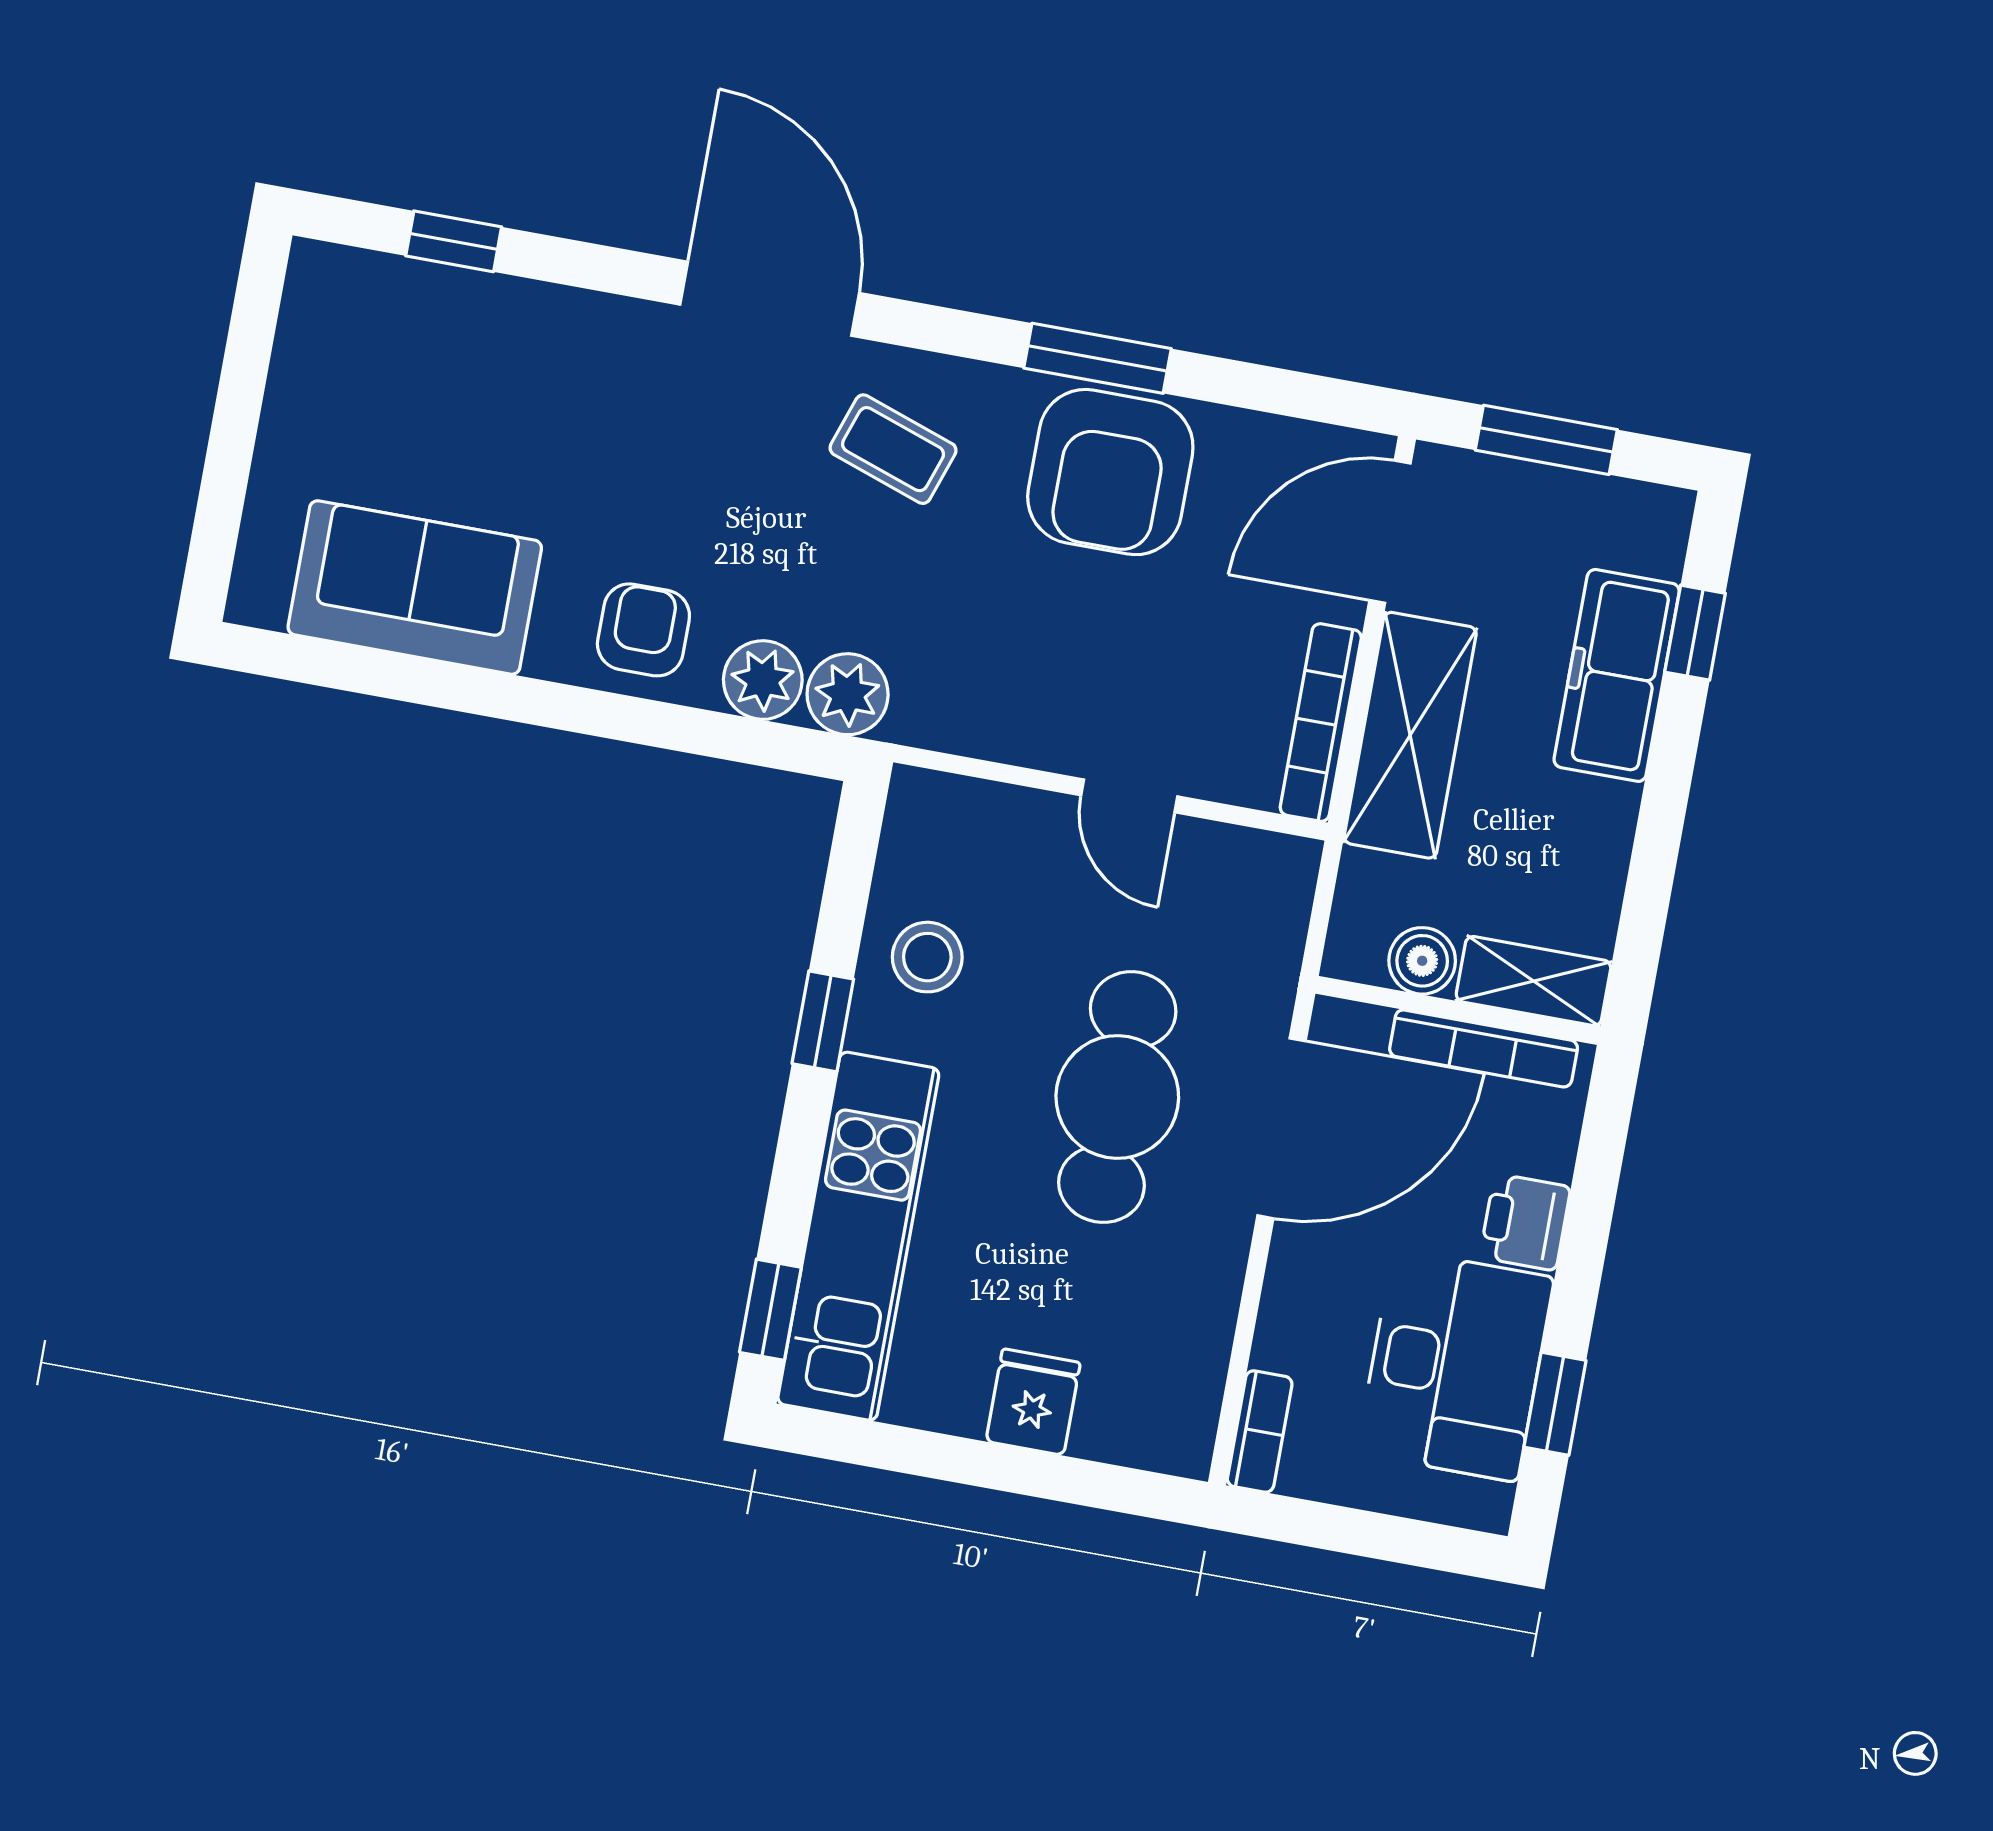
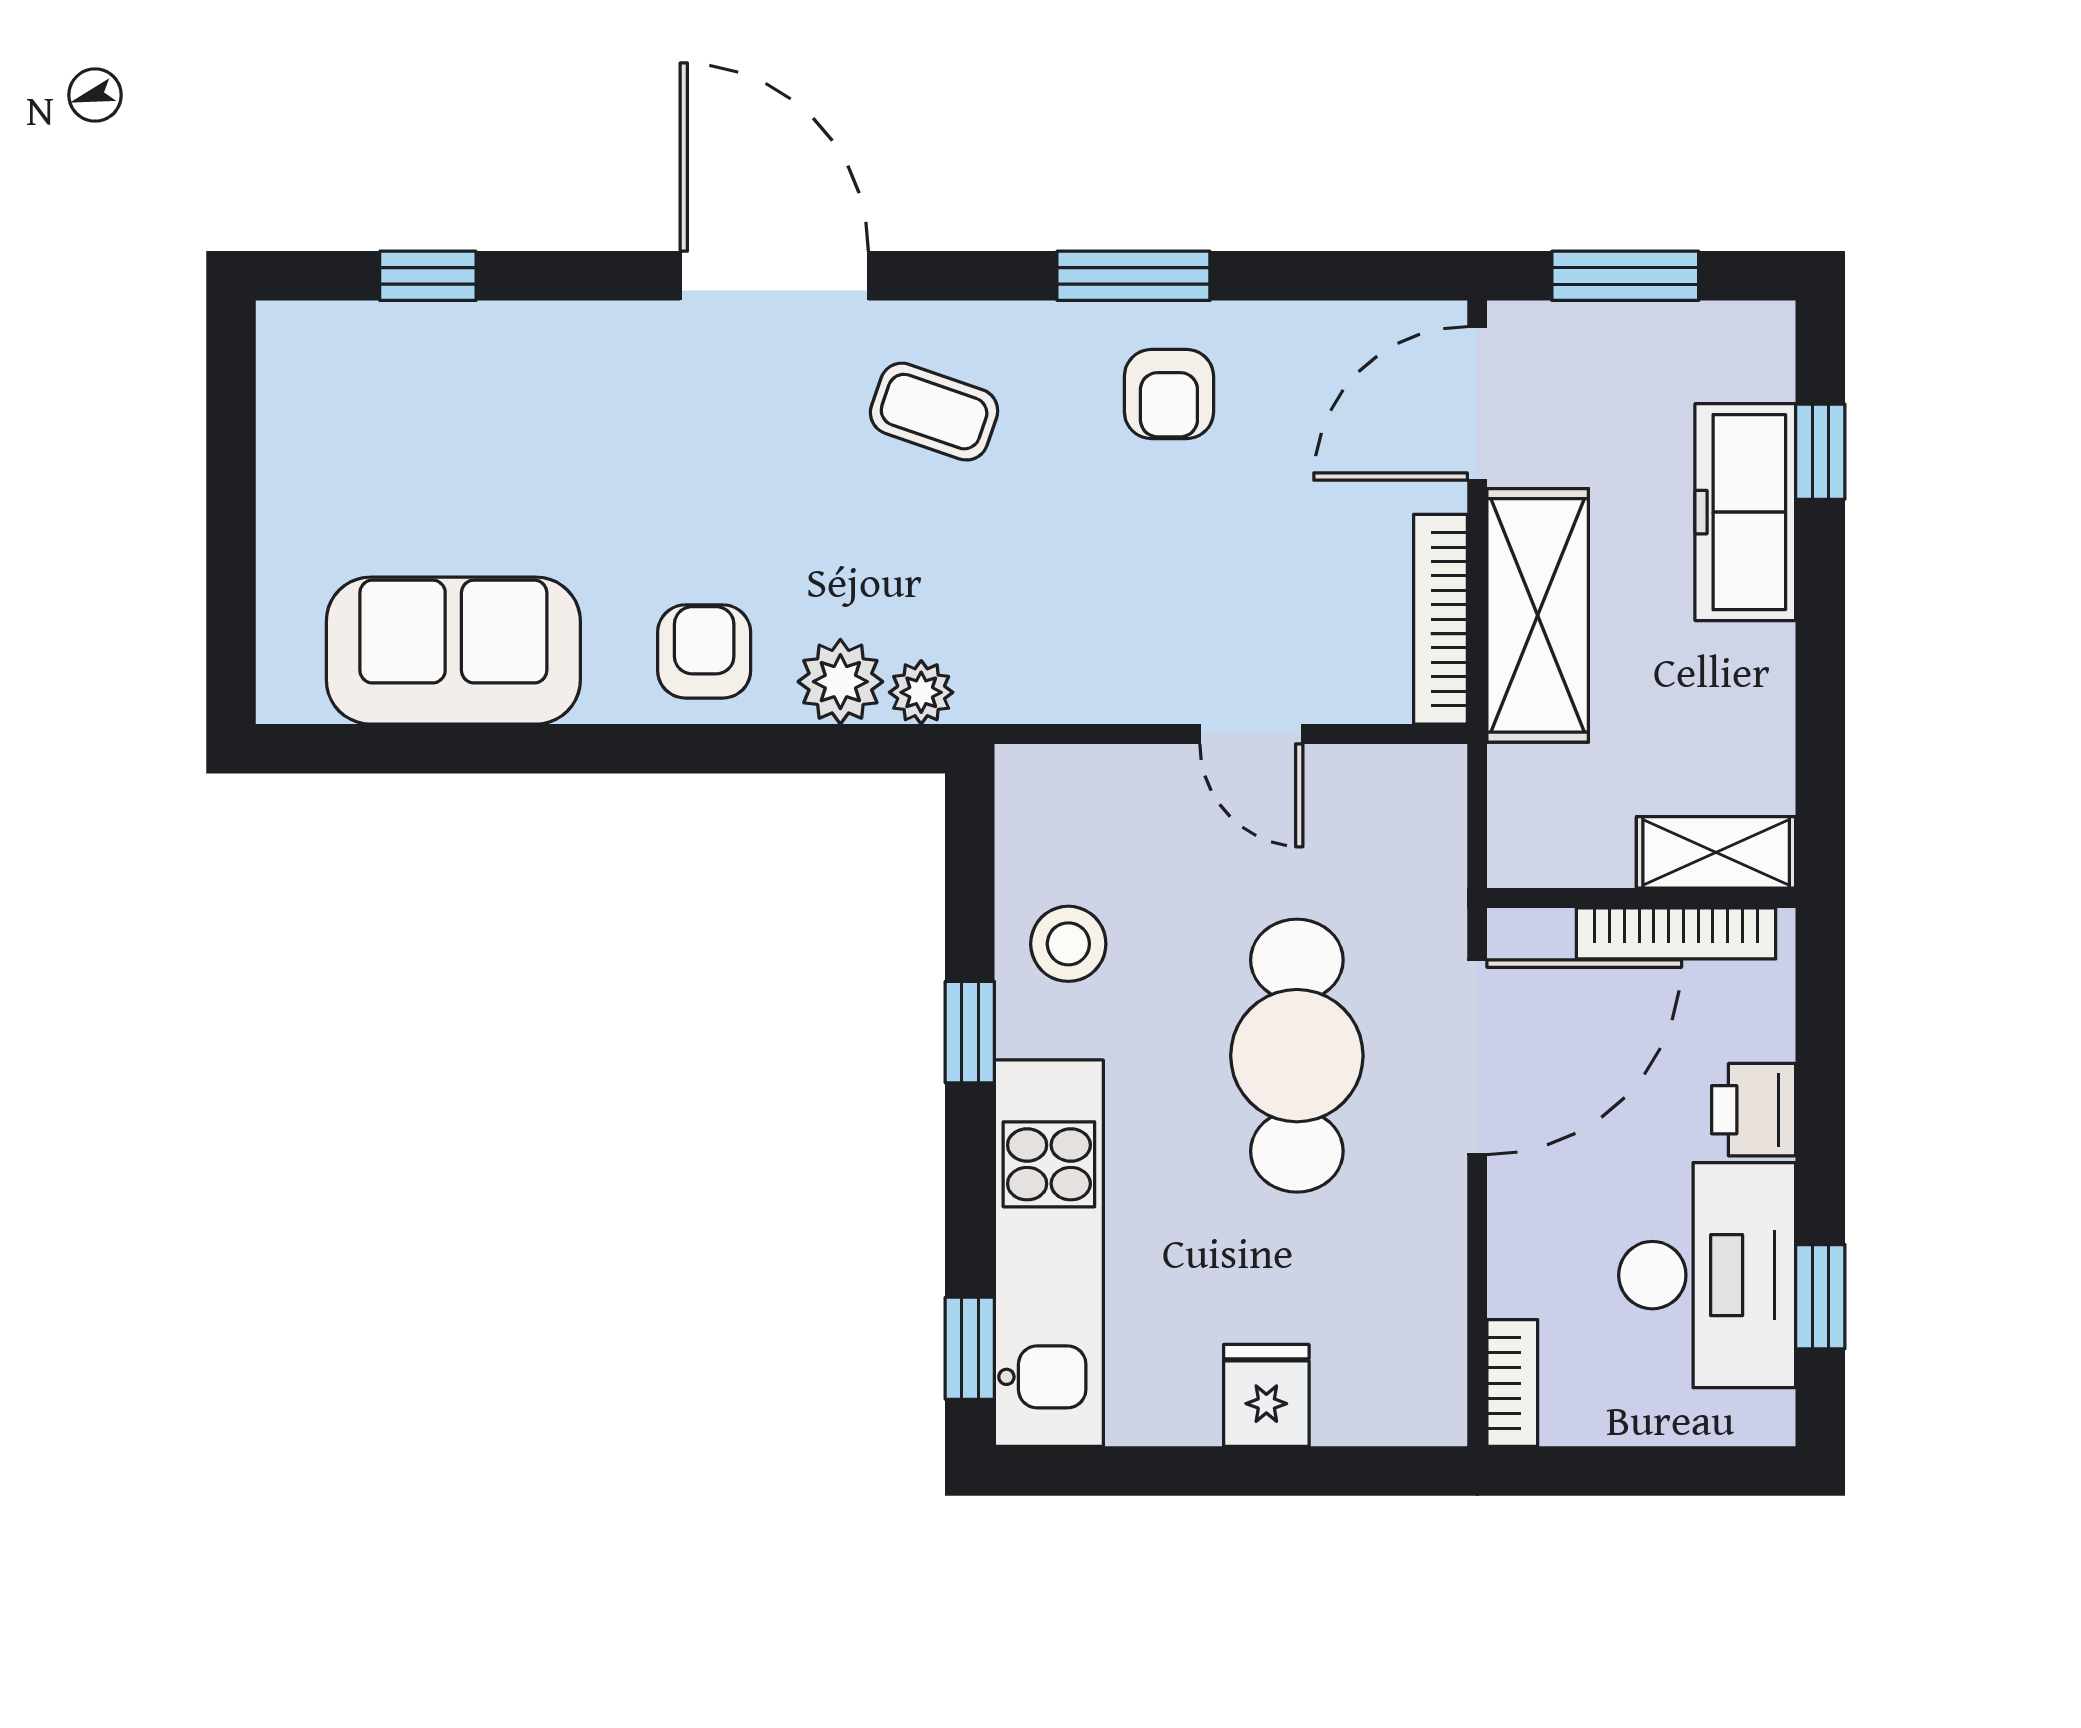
armchair: (1110, 472) -> (1169, 394), width x0.53, depth x0.53
plant: (848, 694) -> (921, 692), width x0.73, depth x0.73
boiler: (1422, 961) -> (1594, 852), removed

